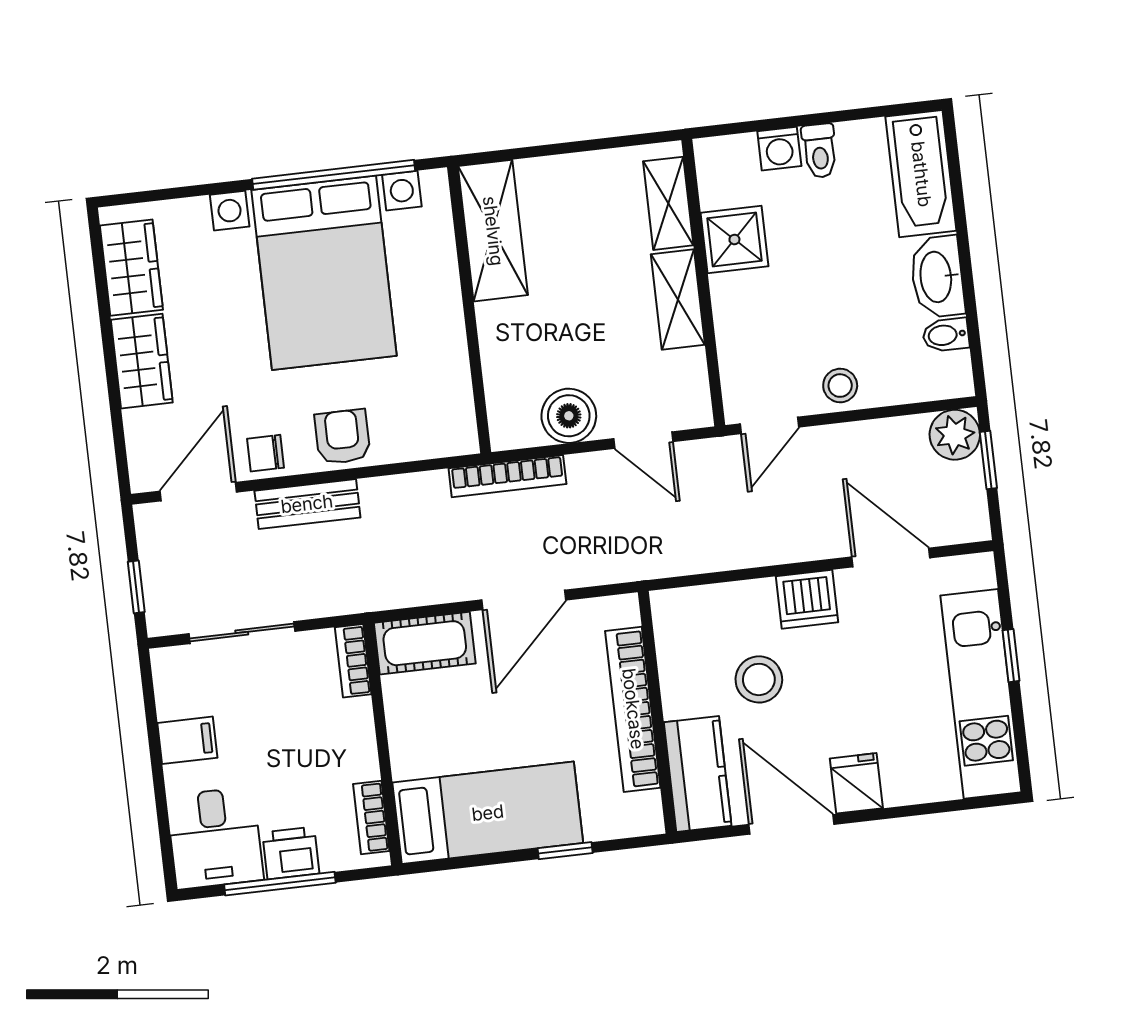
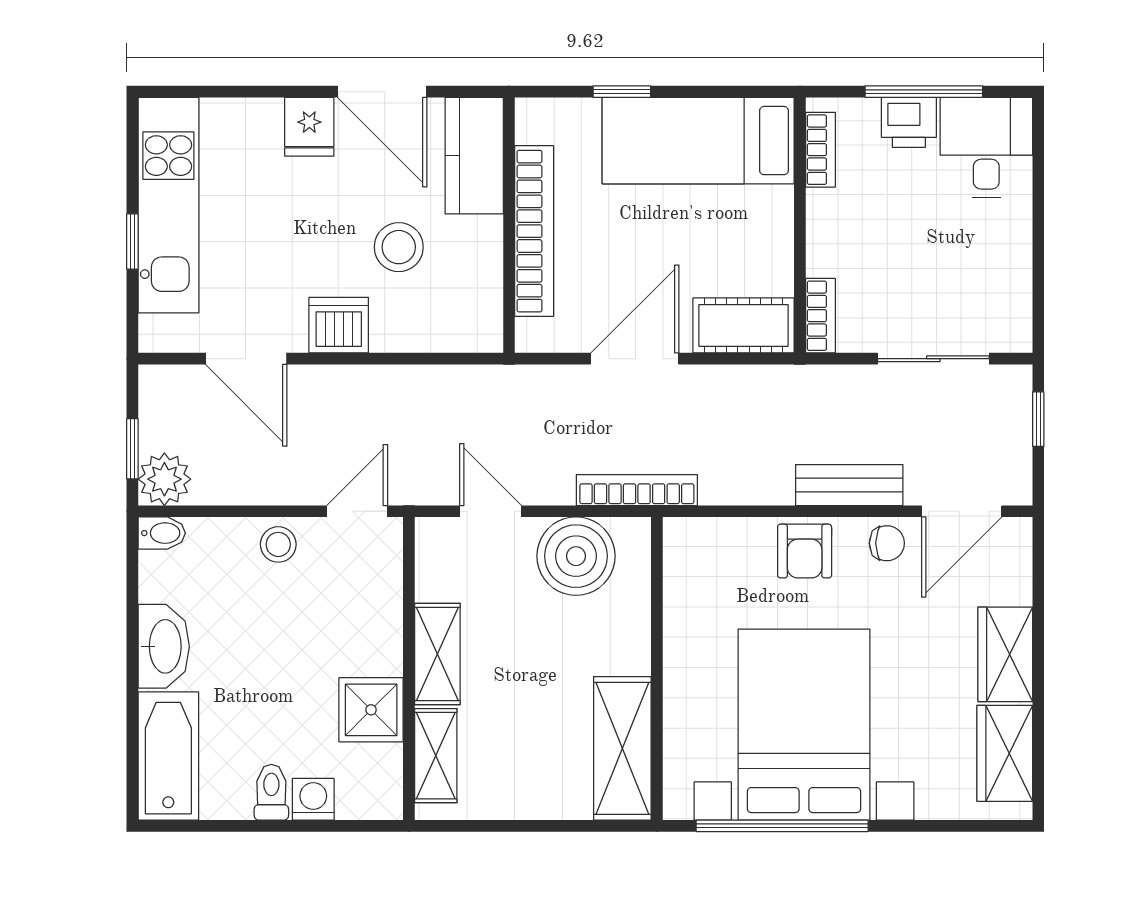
bidet: (946, 335) -> (162, 533), moved
boiler: (569, 416) -> (576, 556), width x1.37, depth x1.37
filing cabinet: (187, 740) -> (1003, 253), removed

